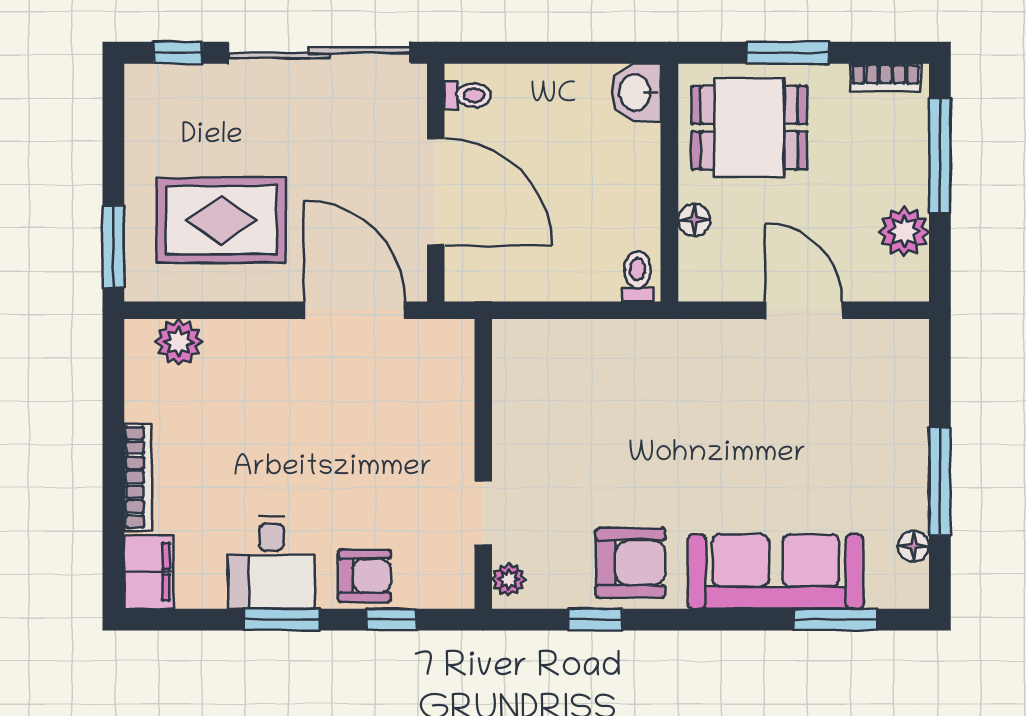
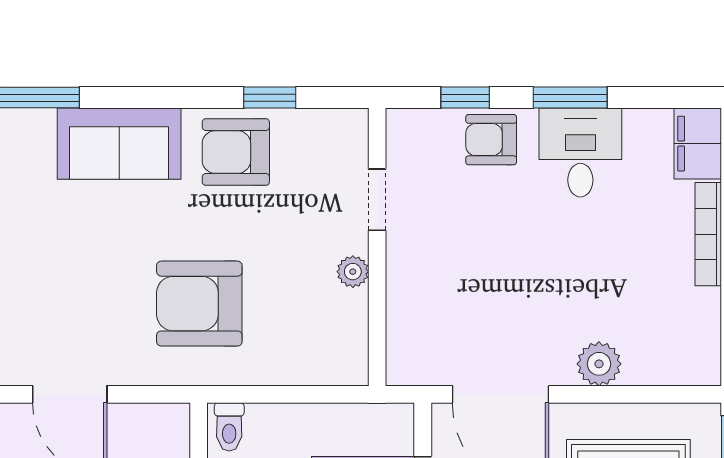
plant: (179, 342) -> (599, 364), moved
armchair: (669, 405) -> (199, 304), added
sofa: (776, 572) -> (119, 144), width x0.73
plant: (509, 579) -> (353, 272), moved

